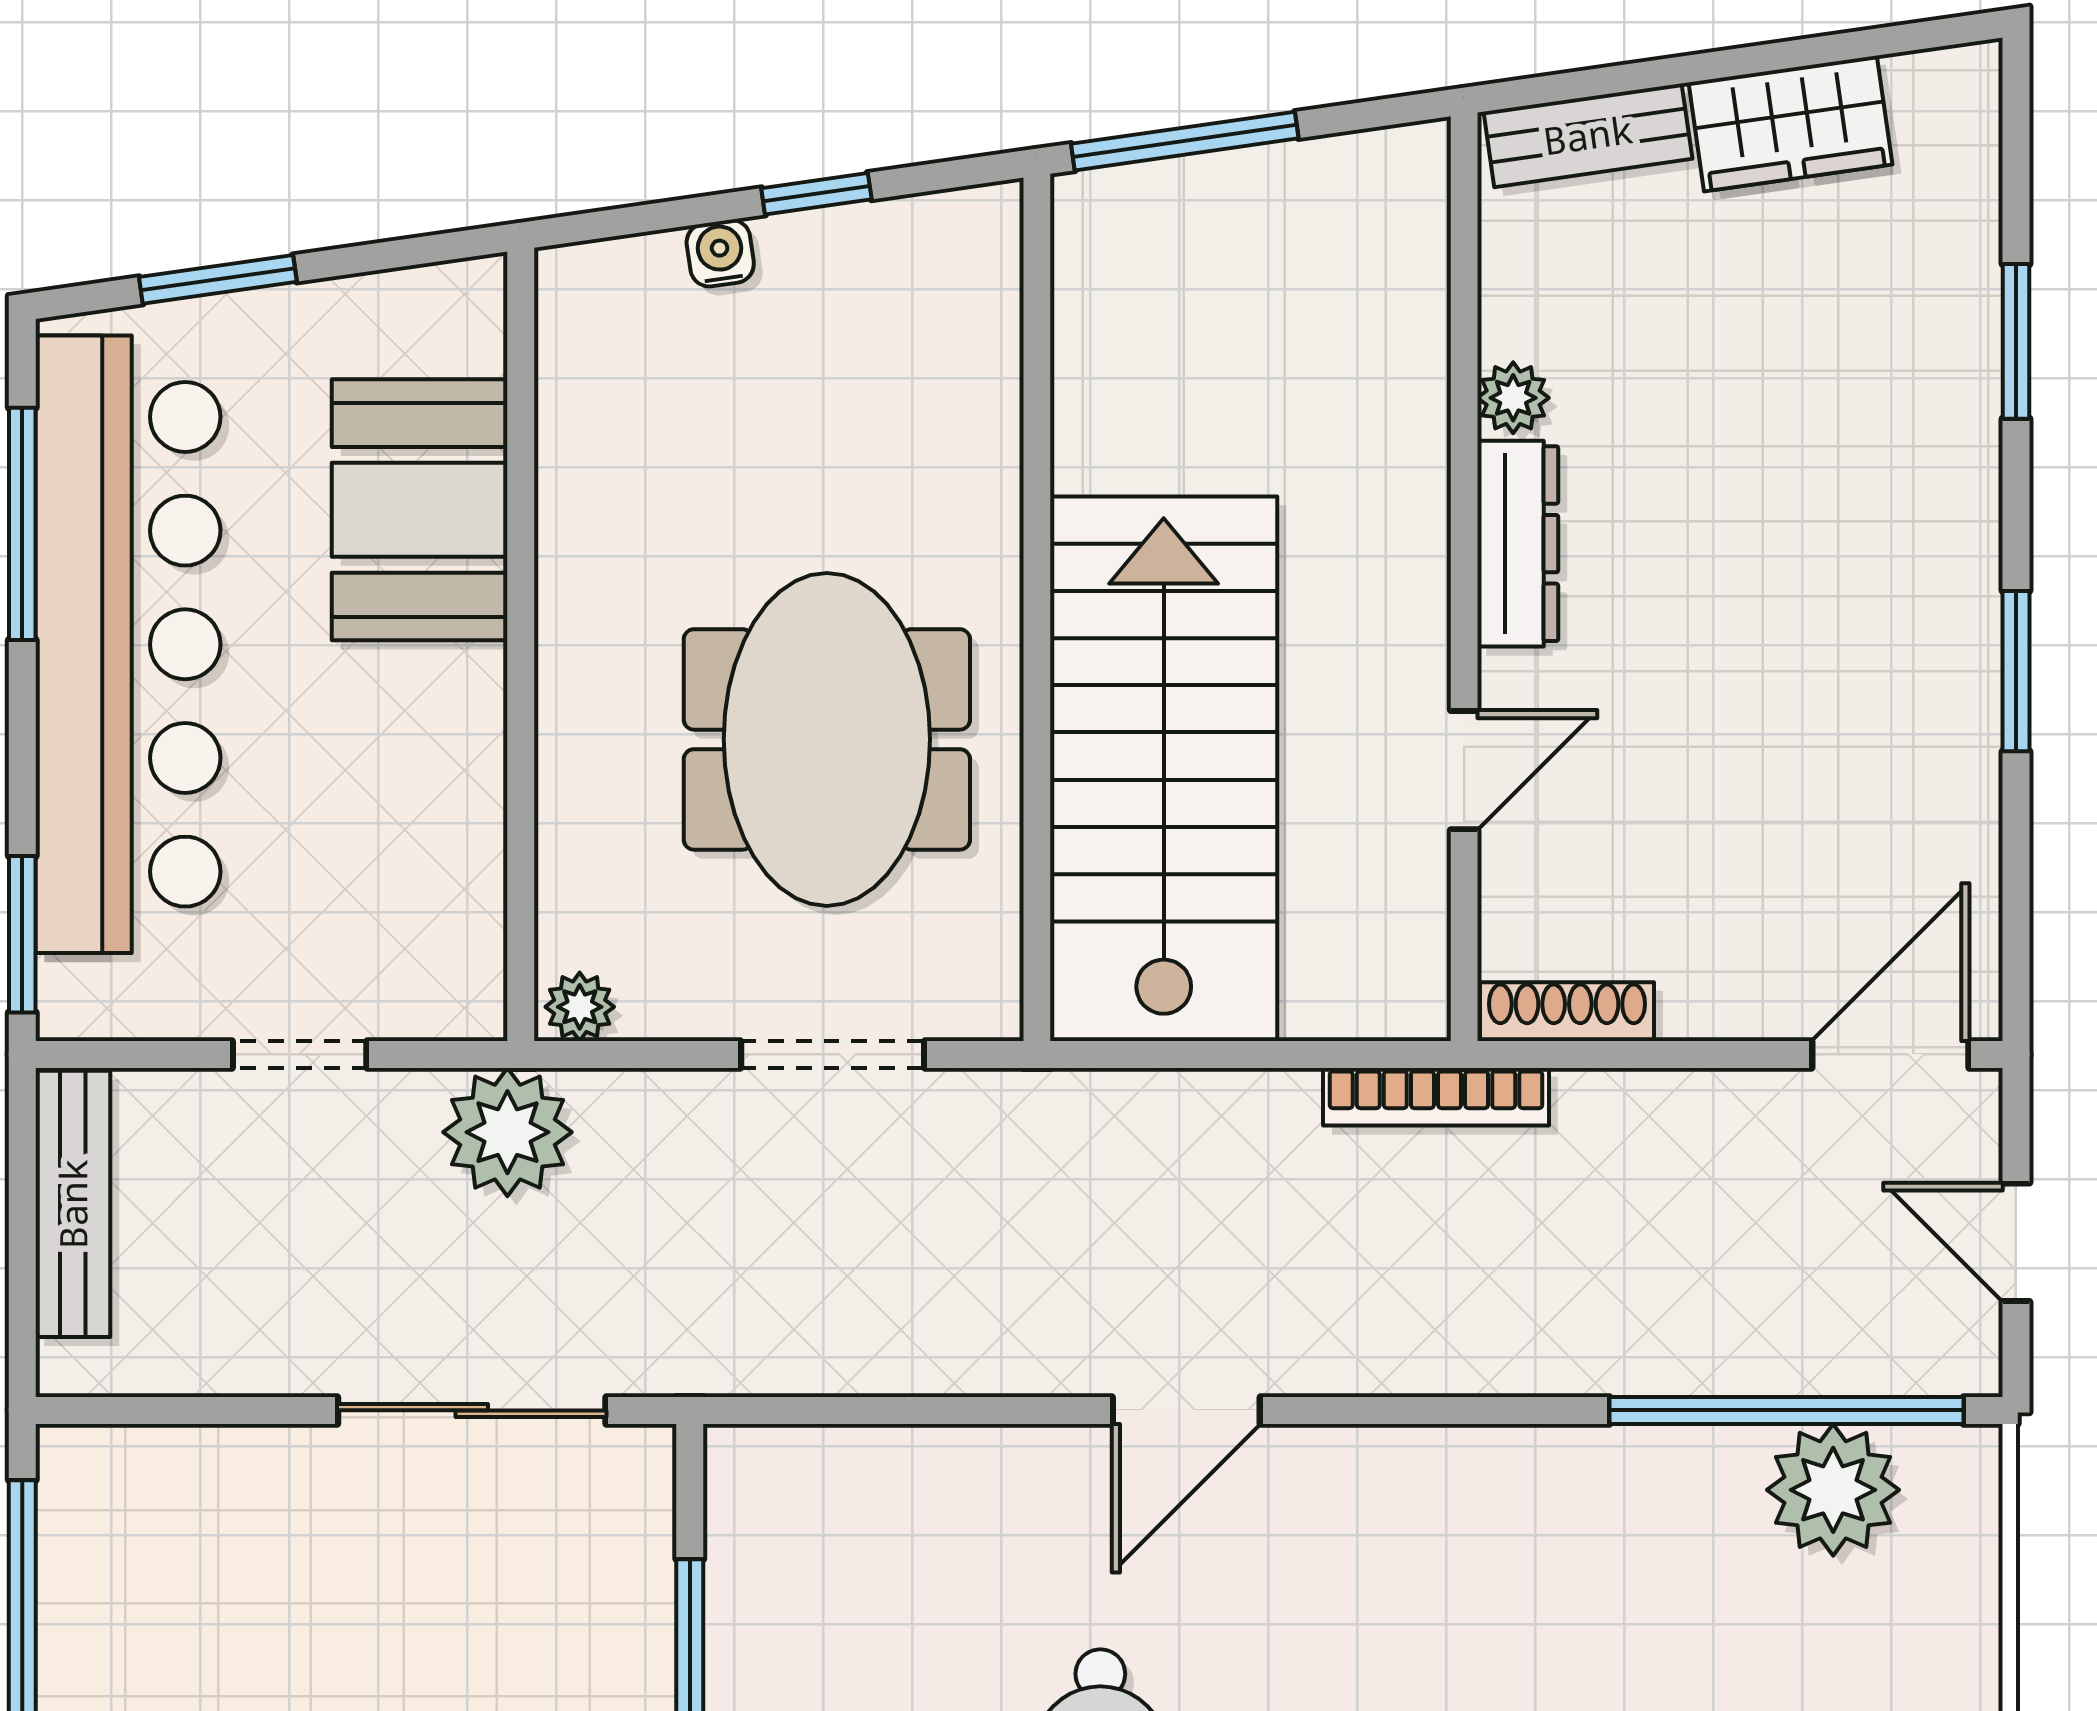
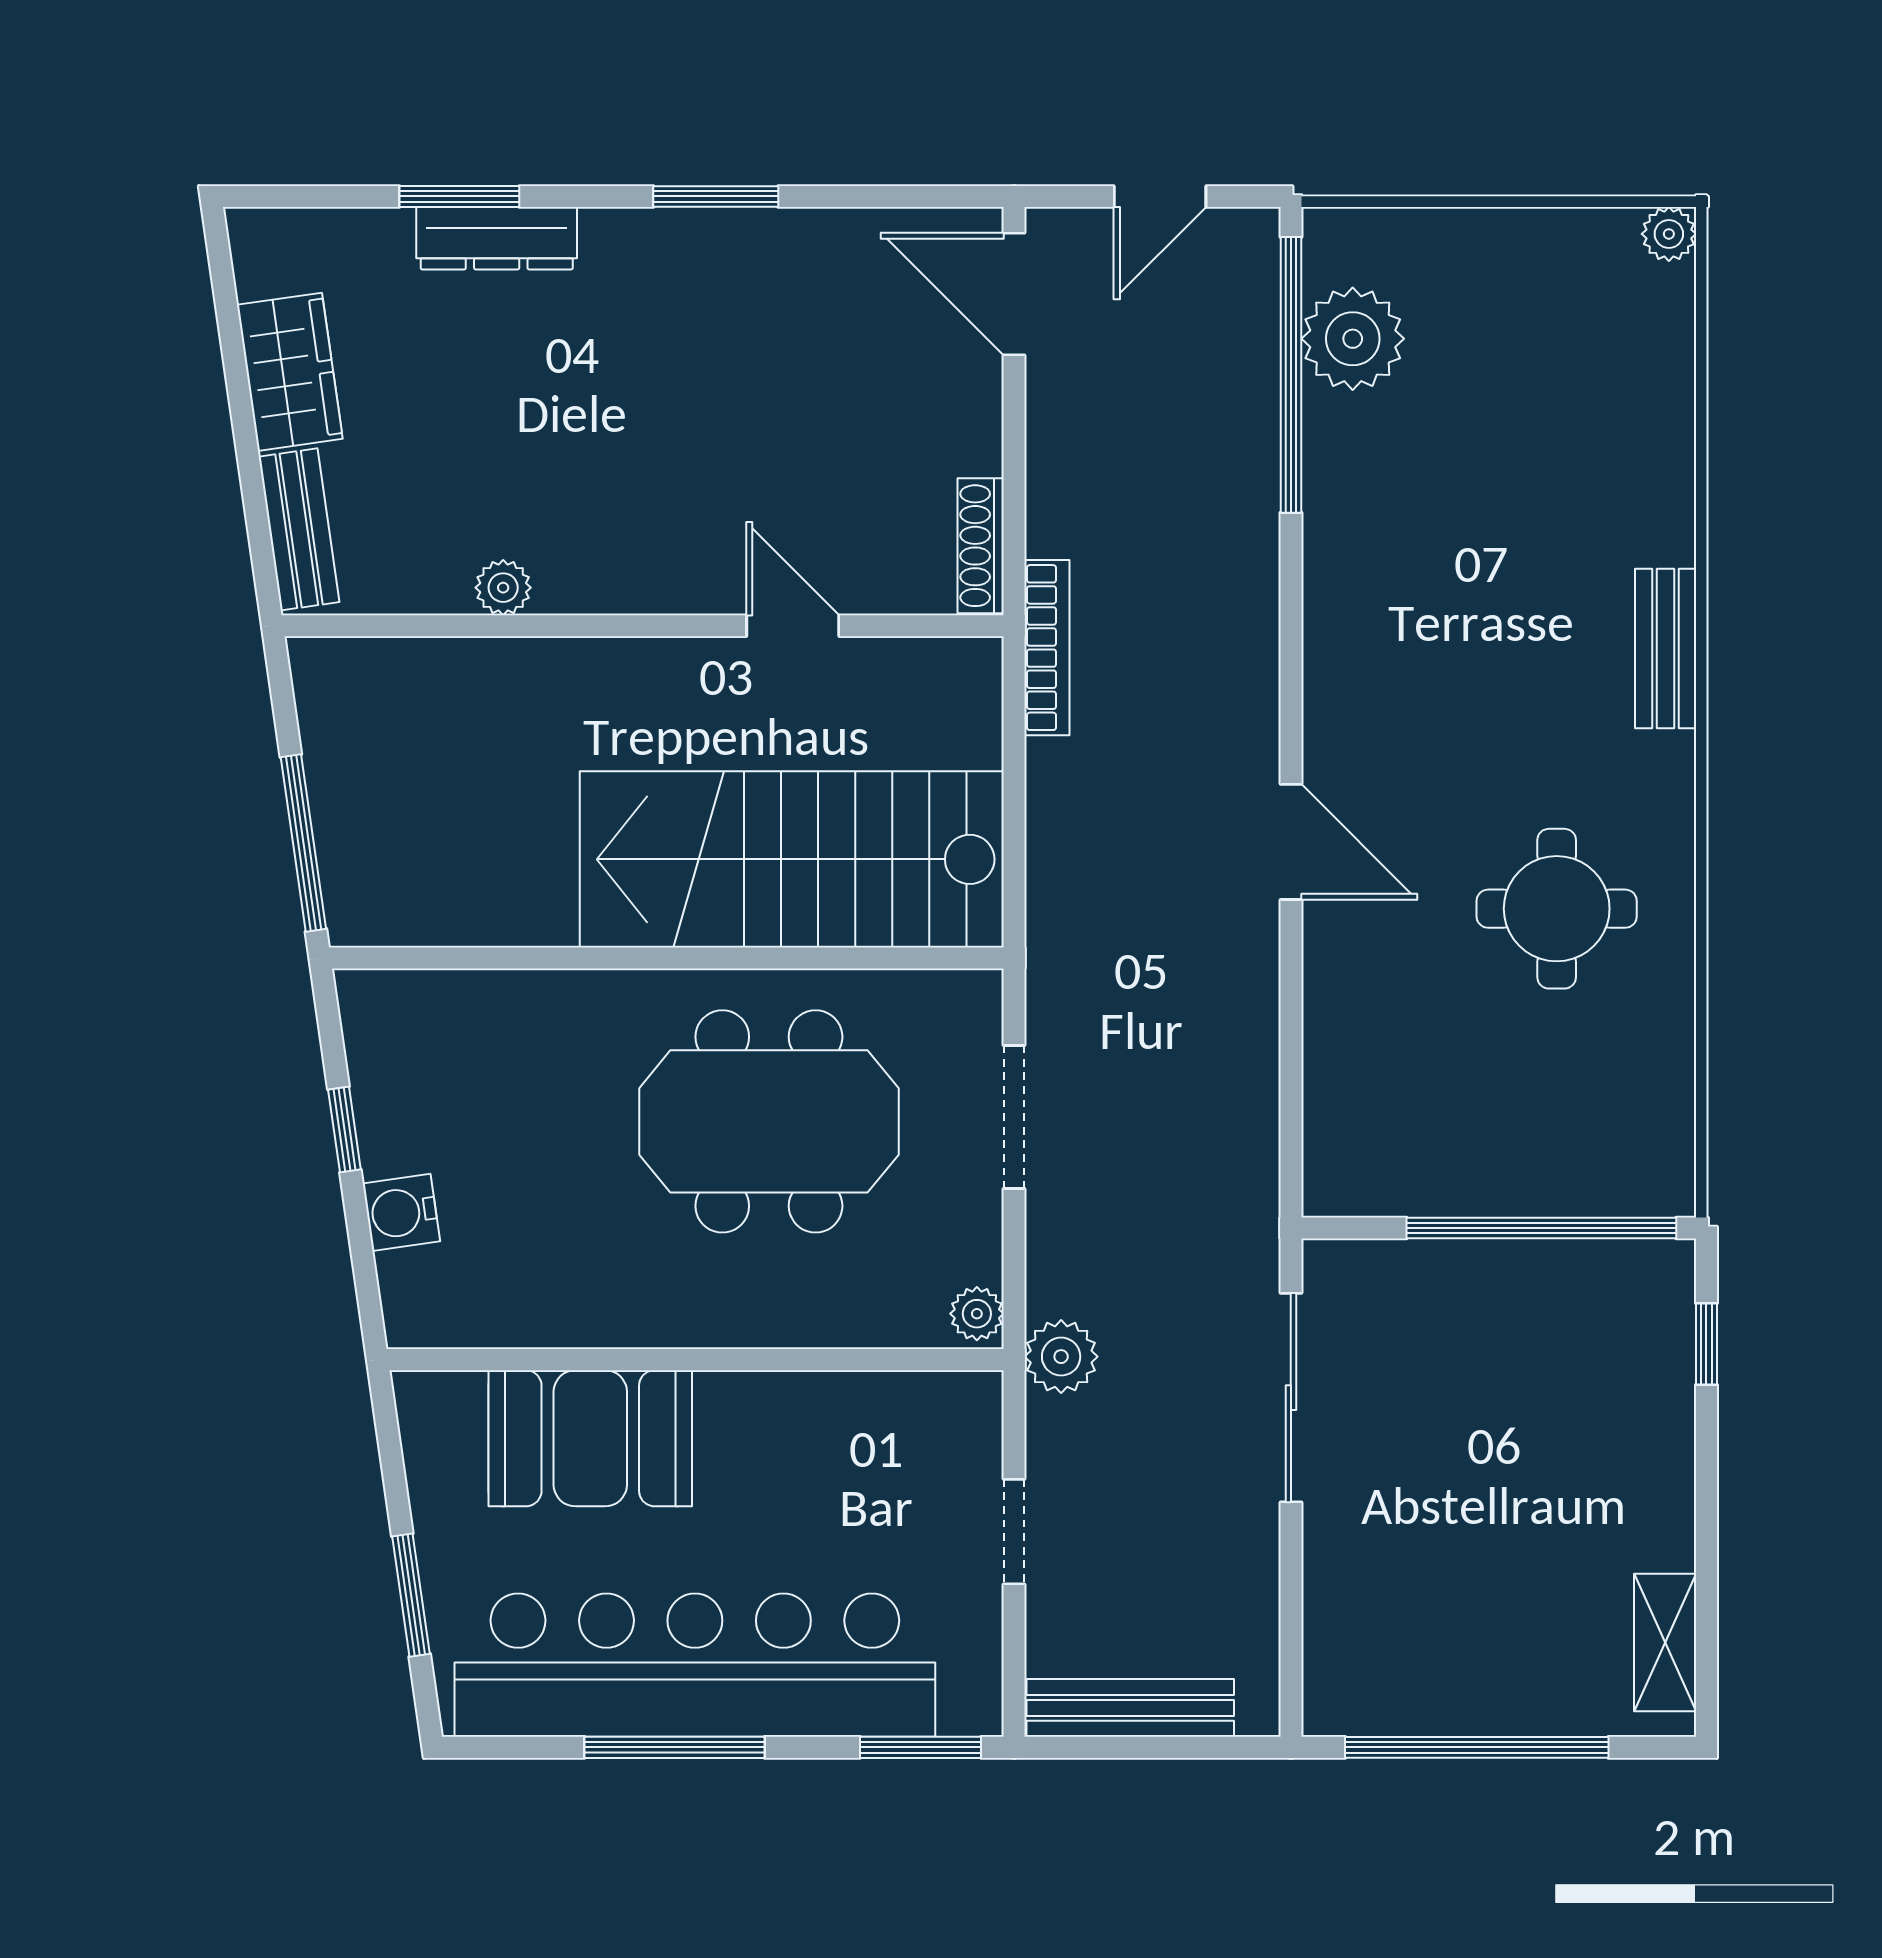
water cooler: (720, 253) -> (401, 1212), width x1.38, depth x1.38
window: (22, 524) -> (675, 1747), moved
dresser: (1518, 544) -> (497, 238), moved, turned 180
plant: (507, 1132) -> (1061, 1357), width x0.73, depth x0.73

